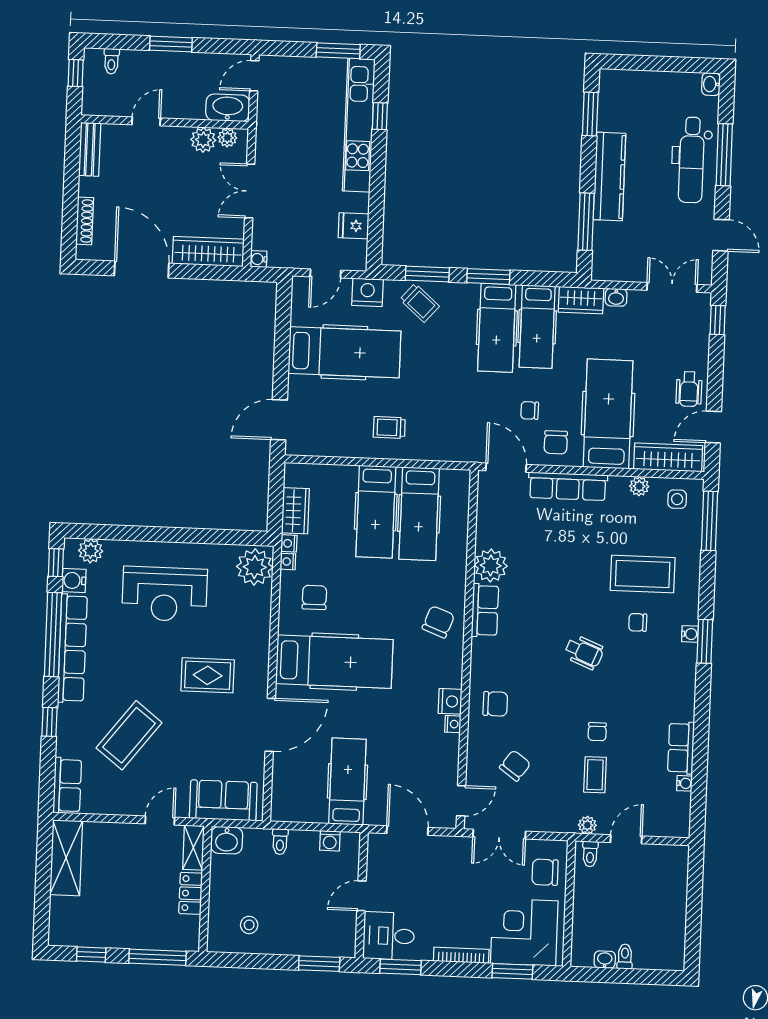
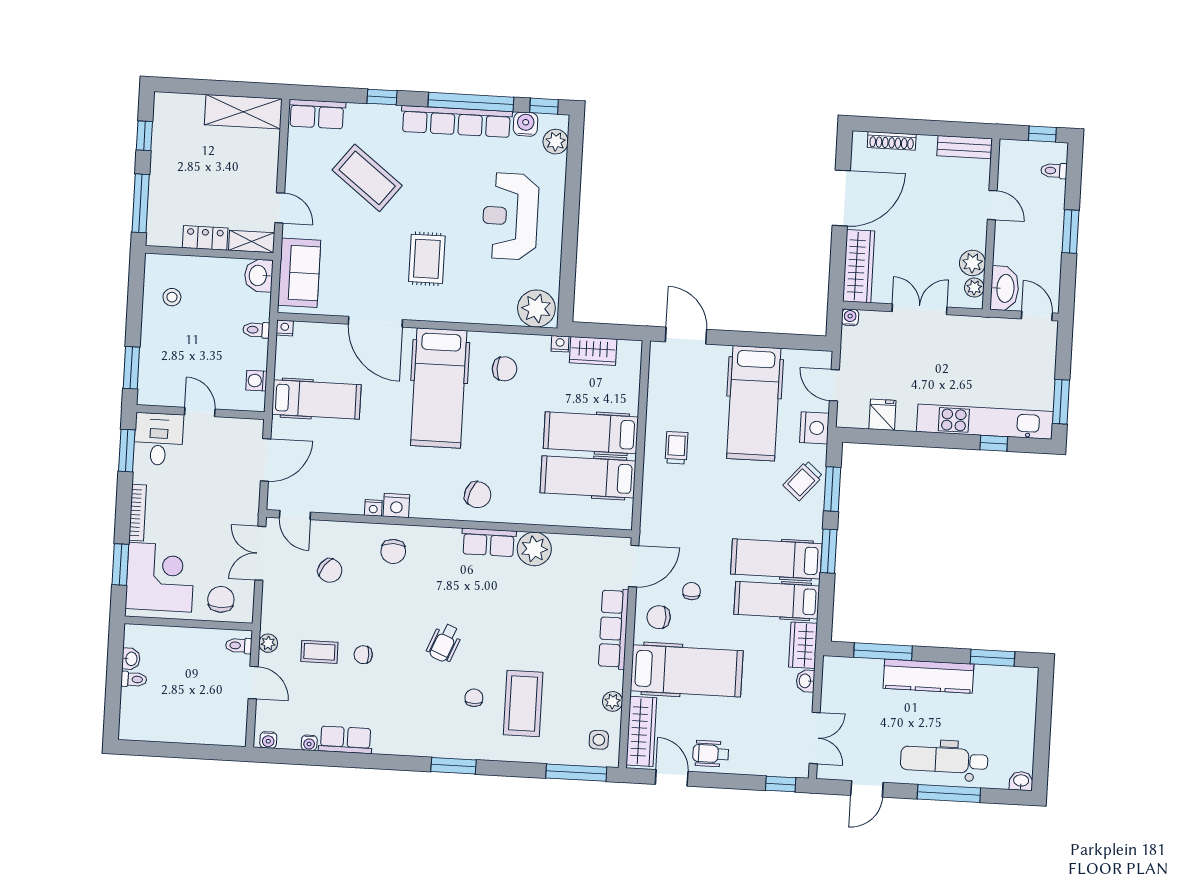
nightstand: (288, 562) -> (285, 328), moved
water cooler: (690, 634) -> (268, 740), moved

